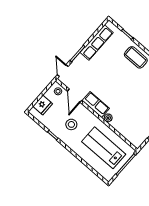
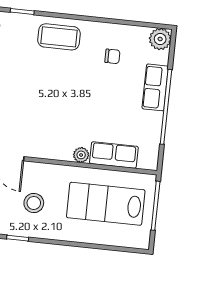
row of seats: (96, 105) -> (114, 155), moved

